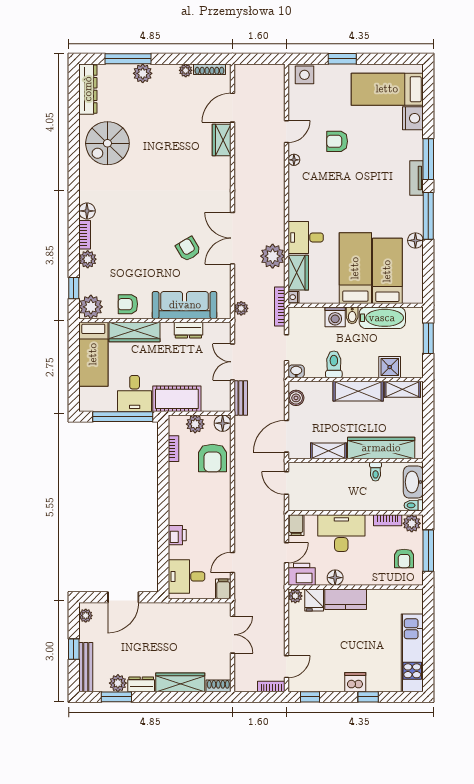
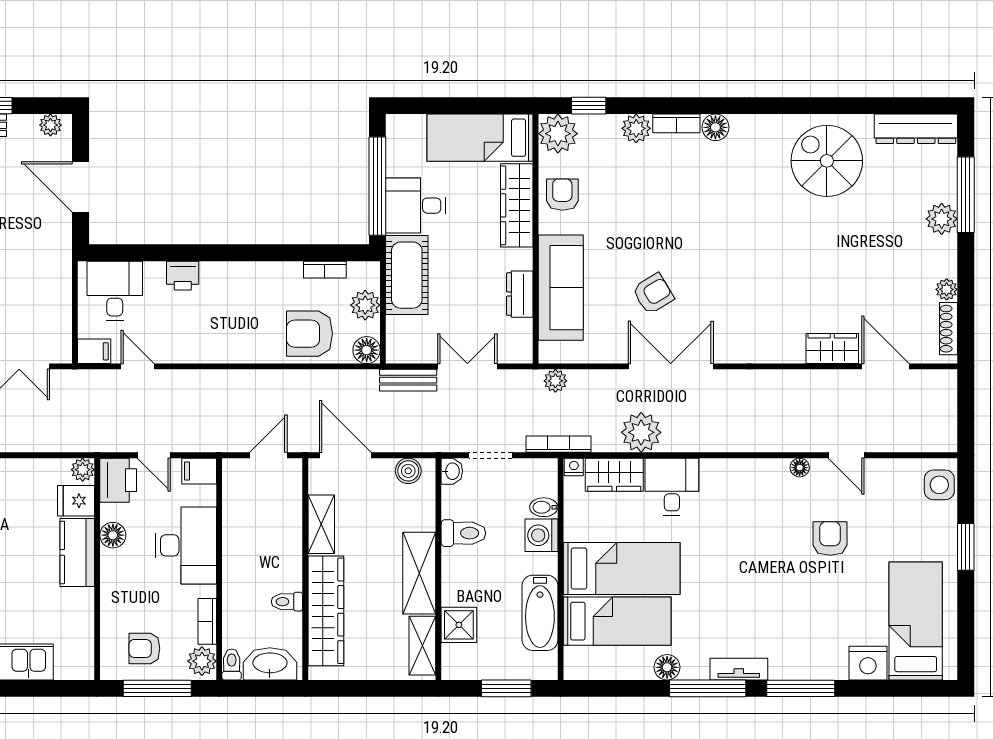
tv unit: (417, 178) -> (739, 669), moved
bidet: (352, 315) -> (544, 507), moved

